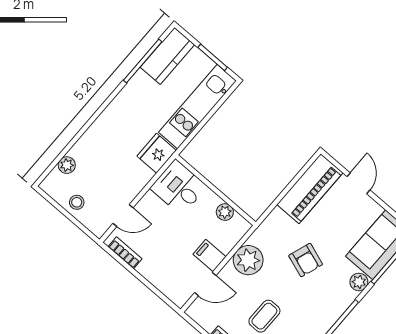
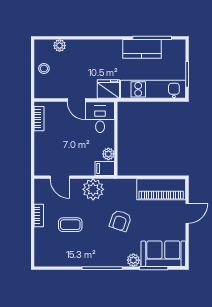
kitchen counter: (167, 56) -> (142, 49), moved
door: (123, 216) -> (76, 100), moved
filing cabinet: (209, 255) -> (105, 168), moved, turned -90

